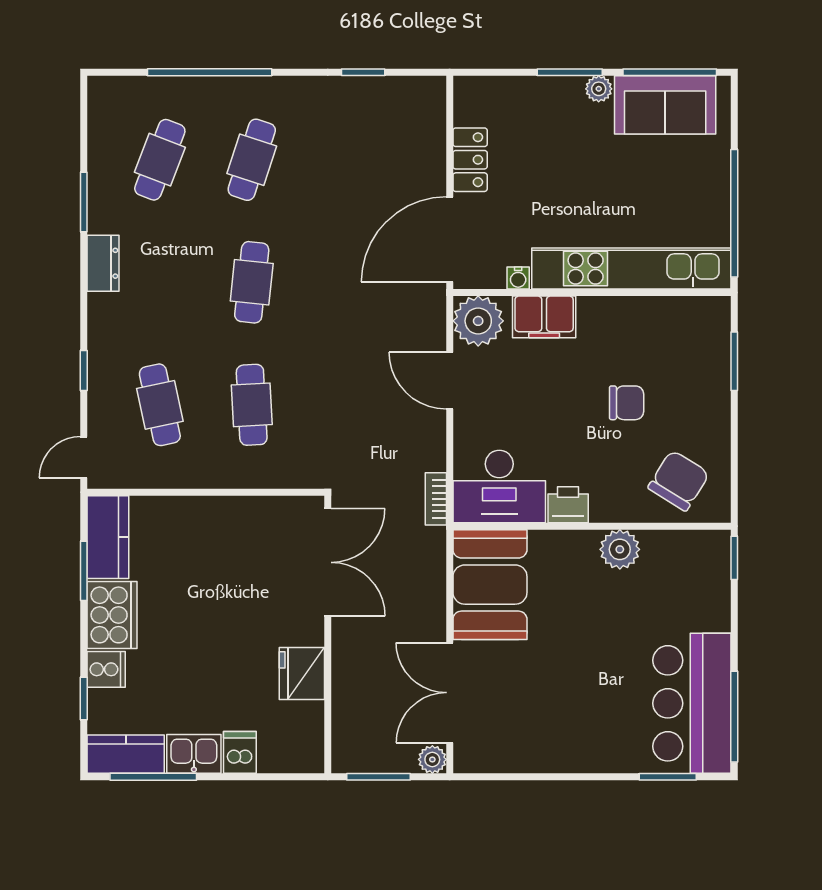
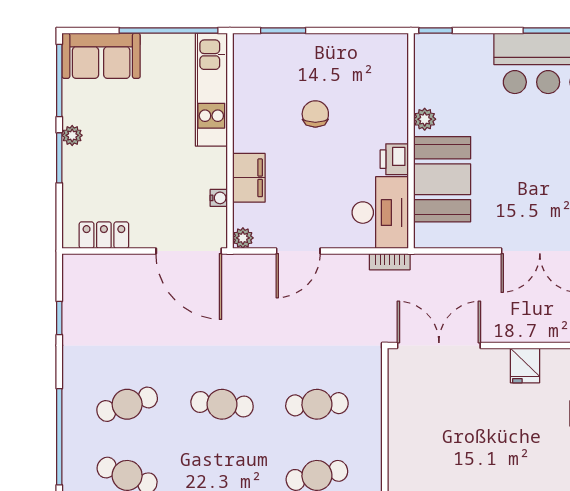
sofa: (665, 105) -> (101, 56), moved, turned 90
cafe table: (252, 160) -> (127, 404), turned -36
locker: (470, 160) -> (104, 235), moved
kitchen unit: (631, 268) -> (211, 90), width x0.73
plant: (478, 321) -> (243, 238), width x0.53, depth x0.53
chair: (679, 481) -> (376, 74), removed
plant: (620, 549) -> (425, 119), width x0.73, depth x0.73
booth: (490, 585) -> (442, 179), moved, turned 90
fridge: (302, 673) -> (525, 365), width x0.72

